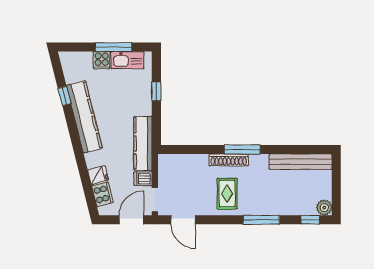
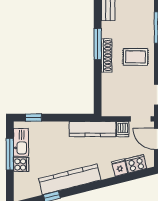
window: (156, 91) -> (33, 118), moved

